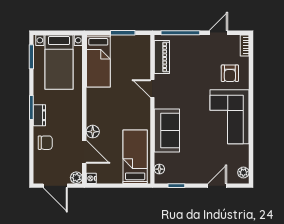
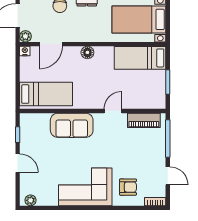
armchair: (230, 73) -> (128, 187), turned 180
floor lamp: (93, 132) -> (87, 52), moved
floor lamp: (159, 169) -> (34, 118), removed
door: (217, 186) -> (18, 163), moved

